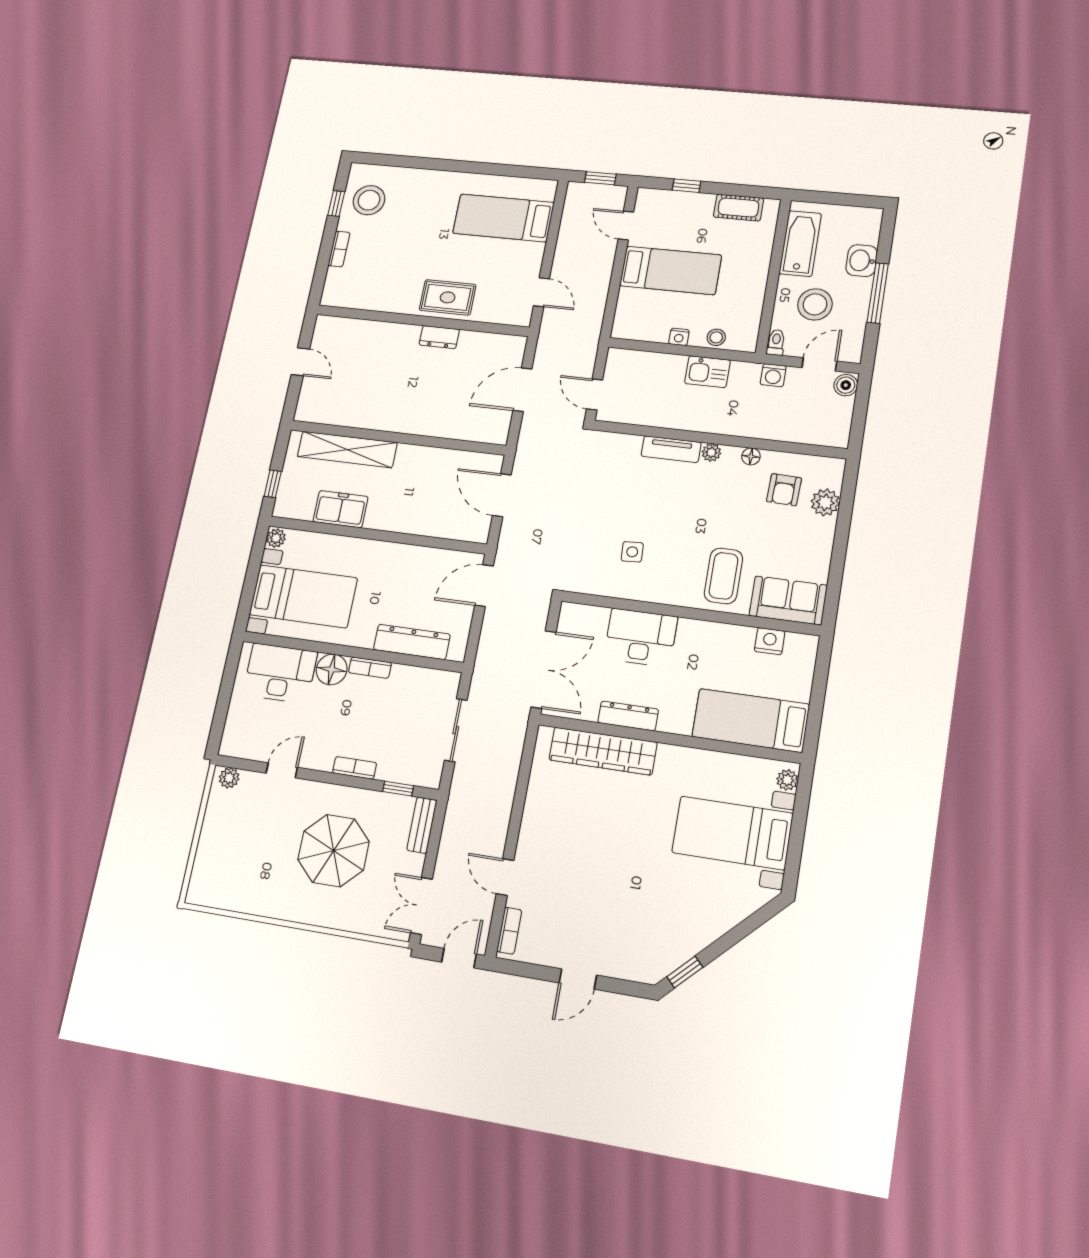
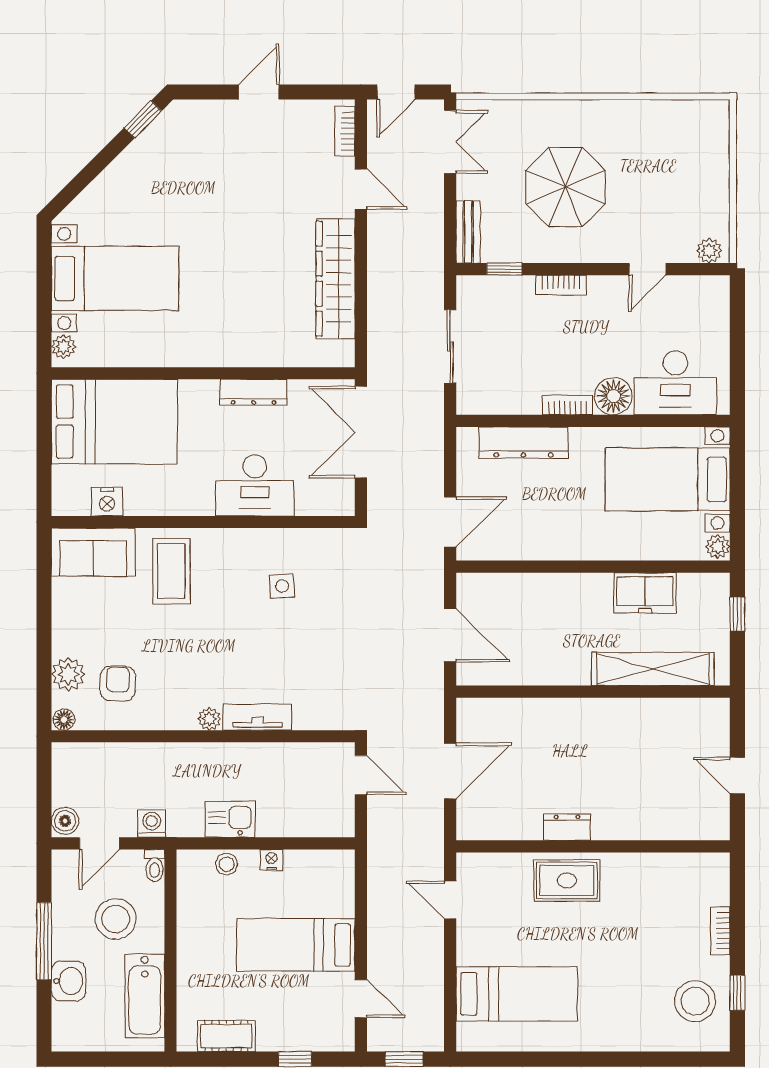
floor lamp: (751, 456) -> (64, 720), moved
bed: (751, 720) -> (114, 422), width x1.50
wardrobe: (603, 751) -> (335, 279), moved, turned -90

